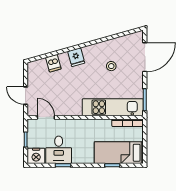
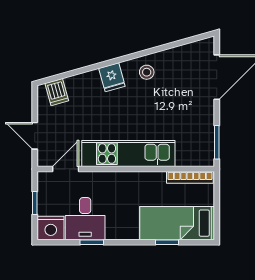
dishwasher: (53, 63) -> (57, 92), moved
stool: (111, 66) -> (147, 72), moved
kitchen unit: (113, 107) -> (128, 154), moved
door: (46, 117) -> (66, 169), hinge flipped

